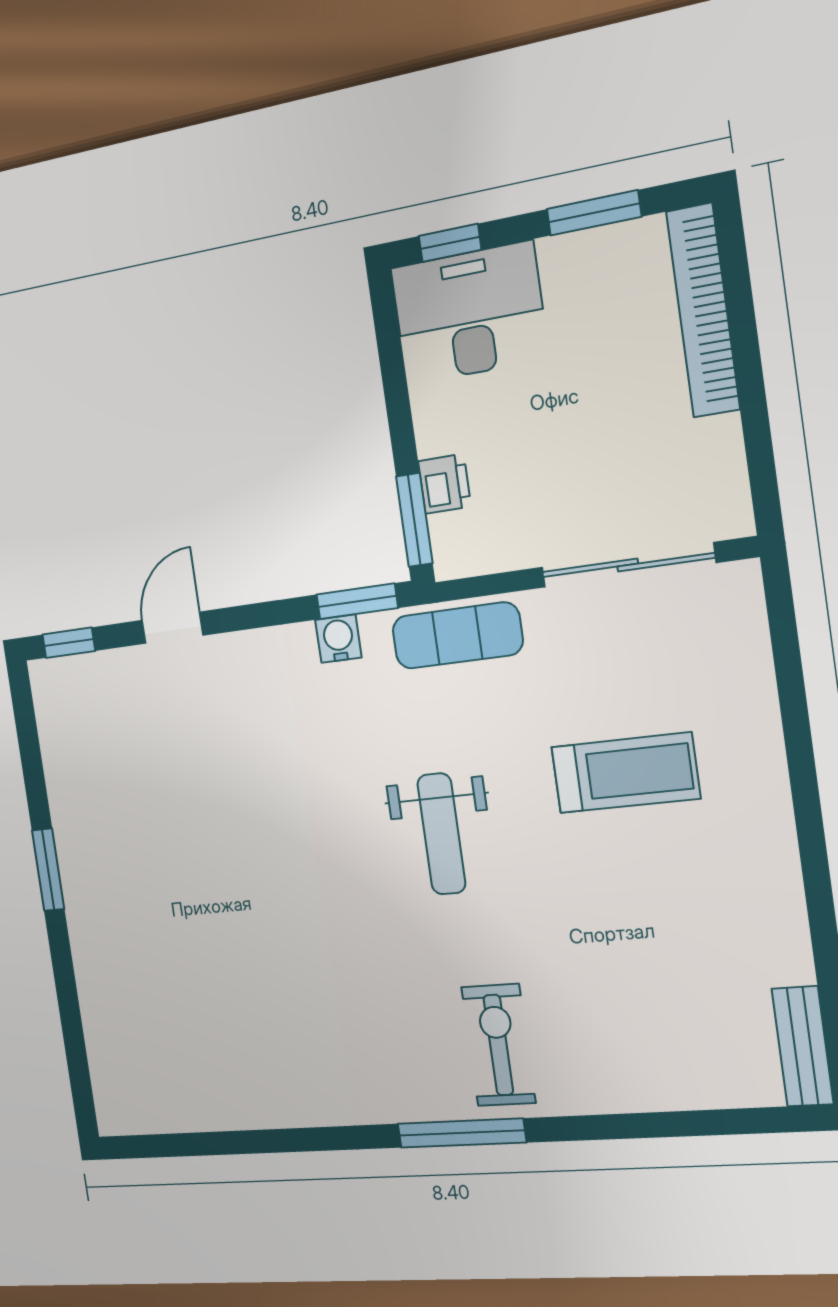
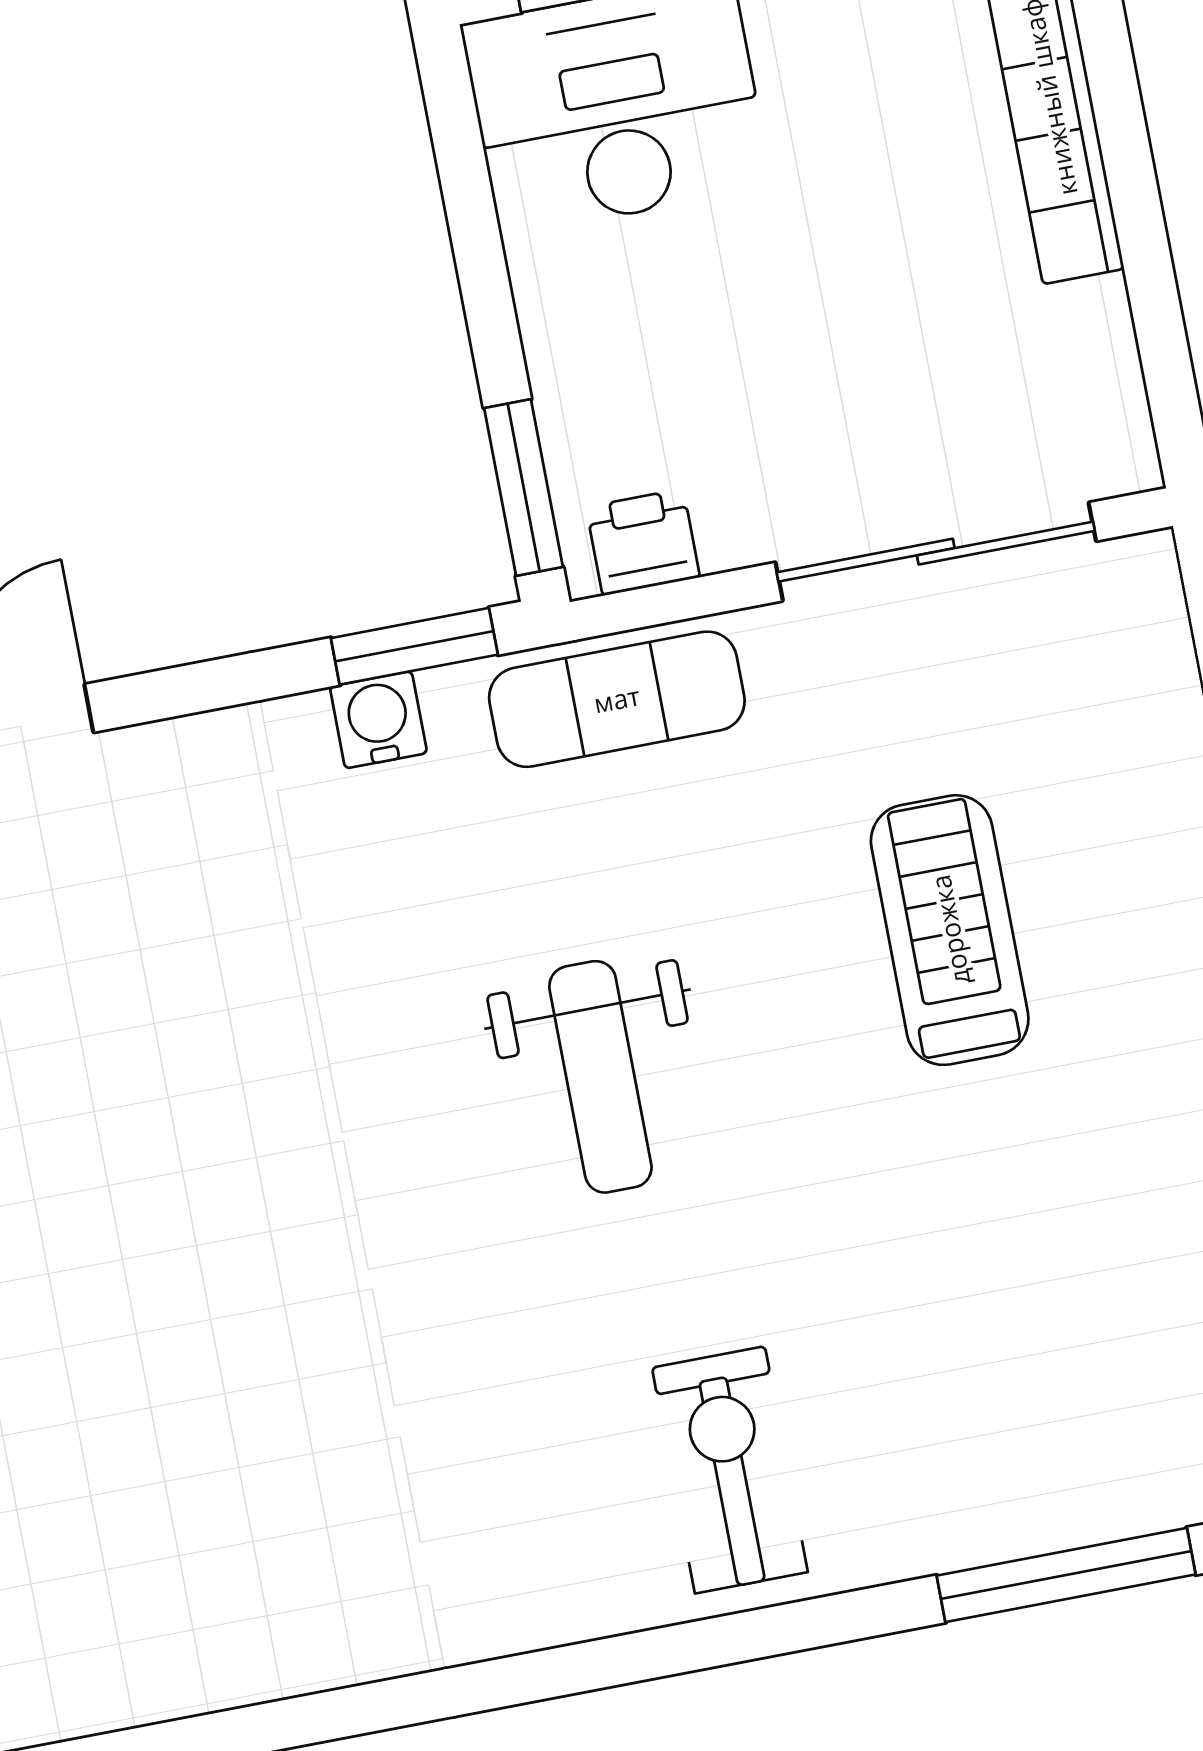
printer: (444, 484) -> (643, 542), moved, turned -90
treadmill: (625, 773) -> (950, 930), turned -90
window: (462, 1133) -> (1066, 1575), moved

